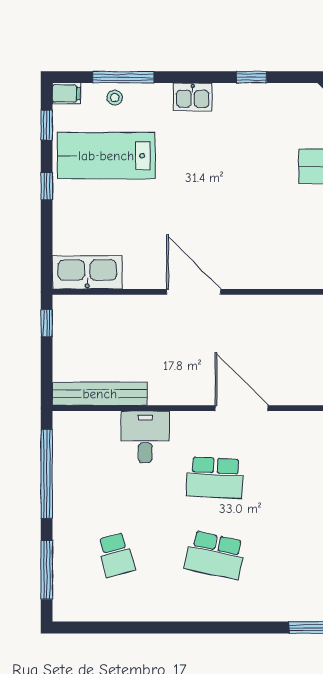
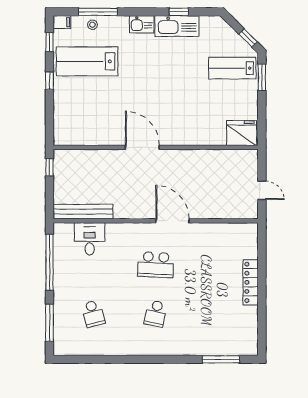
kitchen sink: (87, 272) -> (177, 26), moved, turned 180
desk: (145, 437) -> (90, 239), moved
school desk: (215, 555) -> (156, 314), width x0.54

